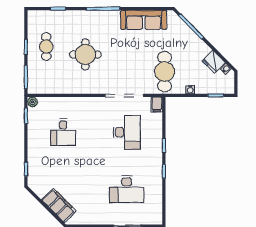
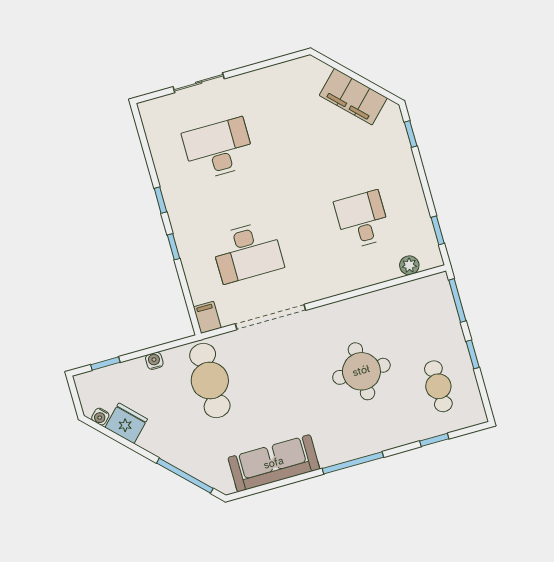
cafe table: (46, 47) -> (438, 386), moved
plant: (32, 102) -> (409, 265), moved
desk: (127, 132) -> (247, 252), turned -90
filing cabinet: (59, 205) -> (353, 97), moved

